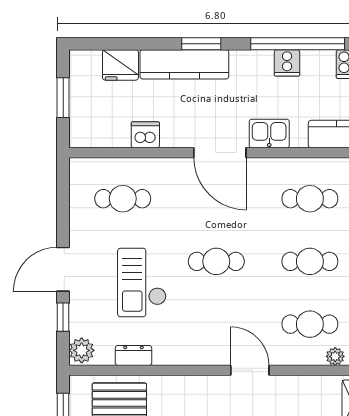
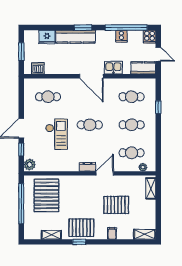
dishwasher: (145, 135) -> (38, 68), moved
checkout: (142, 283) -> (57, 134), turned 180
dresser: (133, 355) -> (87, 167), moved
door: (250, 370) -> (105, 173), hinge flipped

